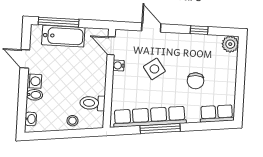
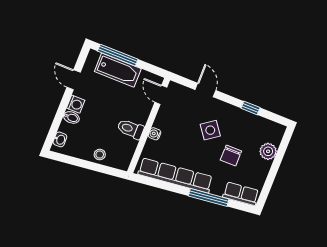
plant: (230, 44) -> (268, 151), moved
water cooler: (118, 65) -> (155, 134), moved
side table: (154, 69) -> (210, 130), moved
toilet: (92, 103) -> (131, 129), moved
window: (160, 129) -> (209, 197), moved

